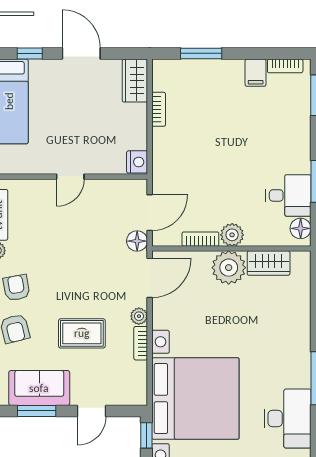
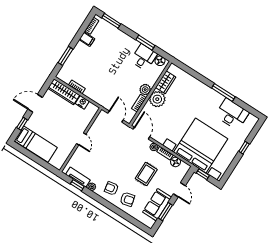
wardrobe: (135, 81) -> (64, 92), width x1.50
nightstand: (137, 162) -> (82, 102), moved
floor lamp: (137, 241) -> (176, 162), moved

